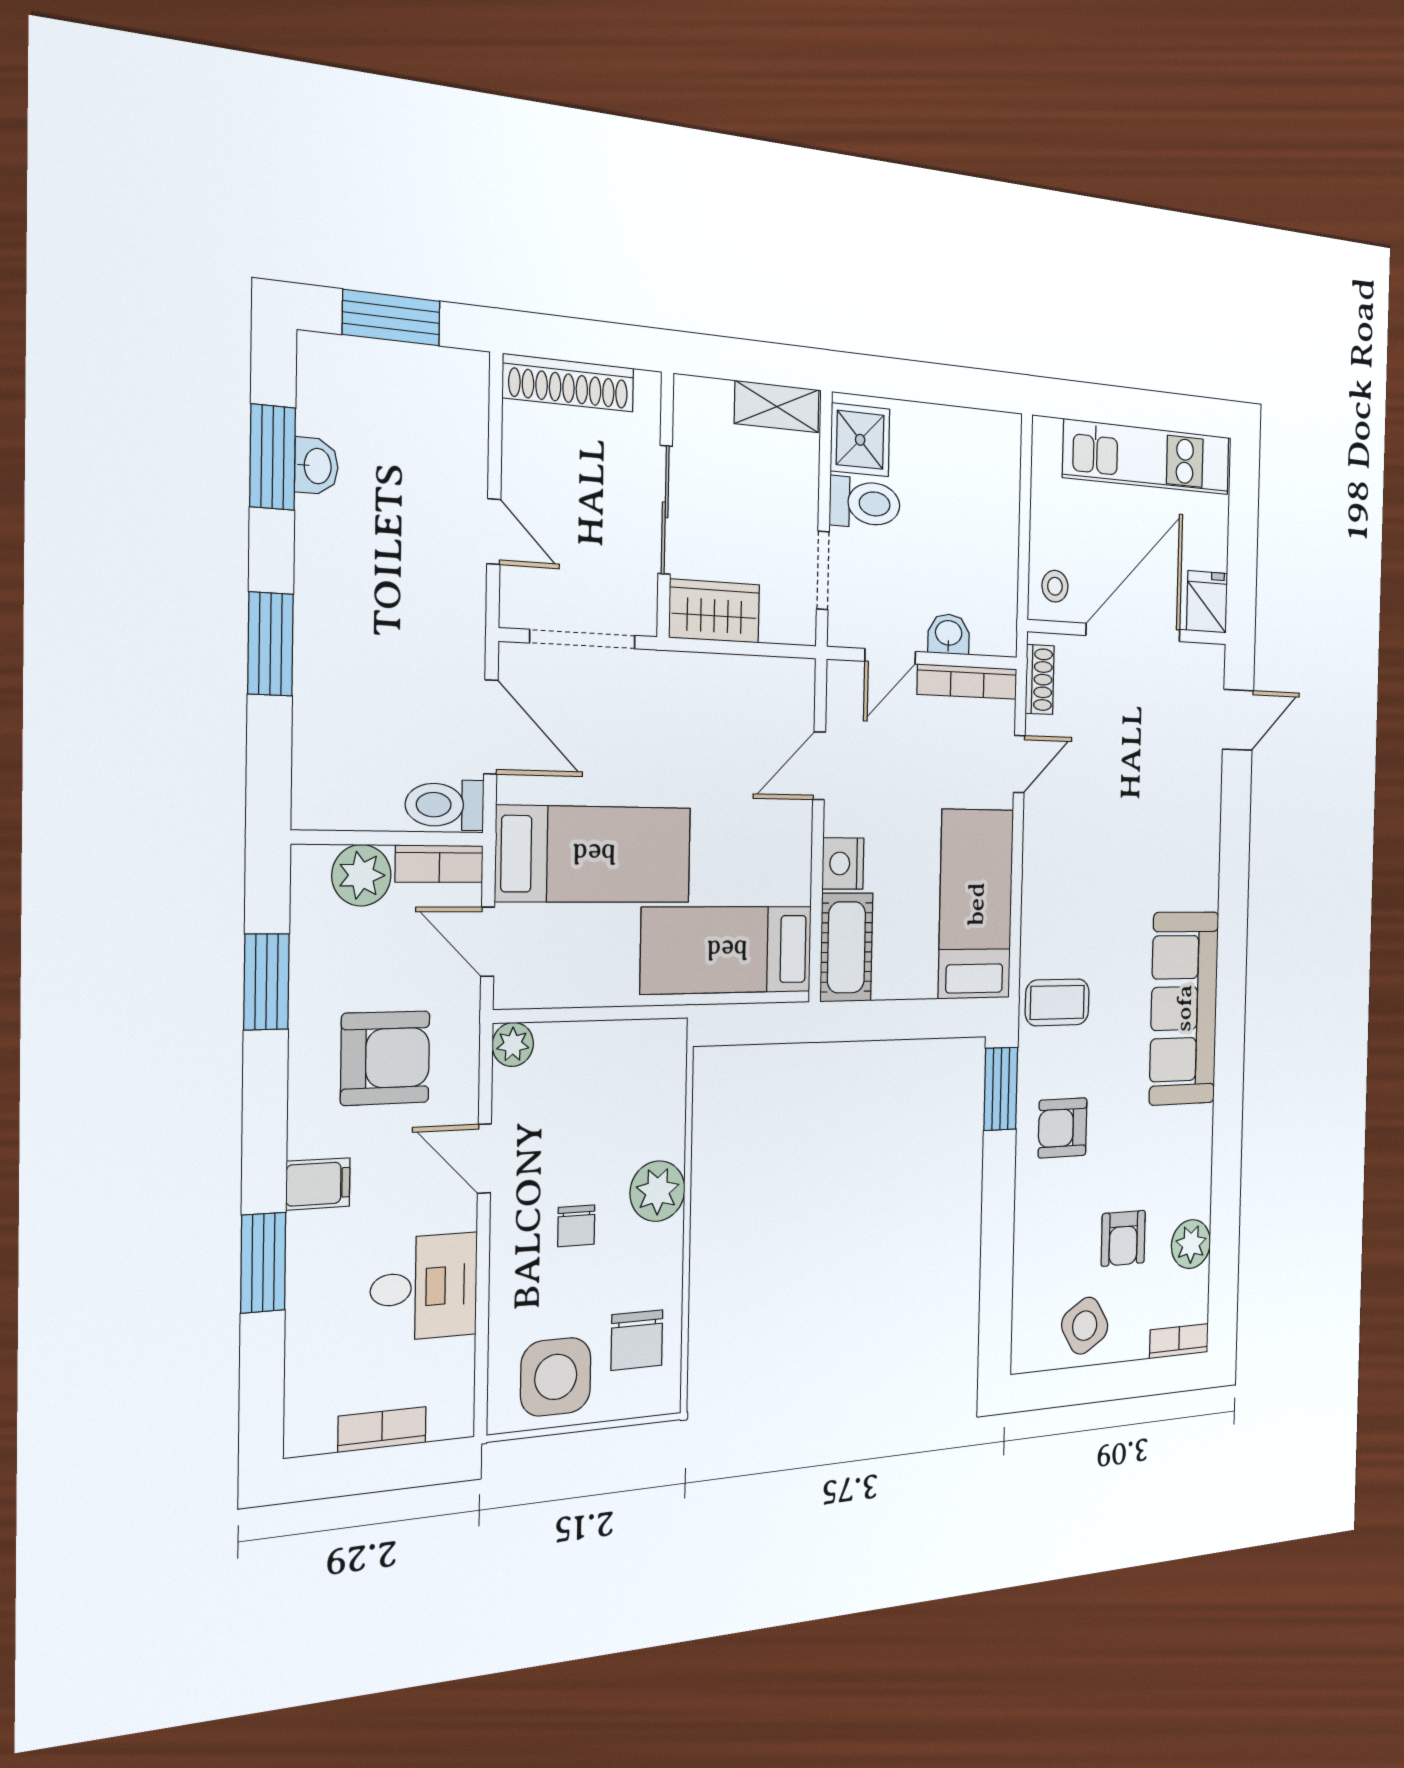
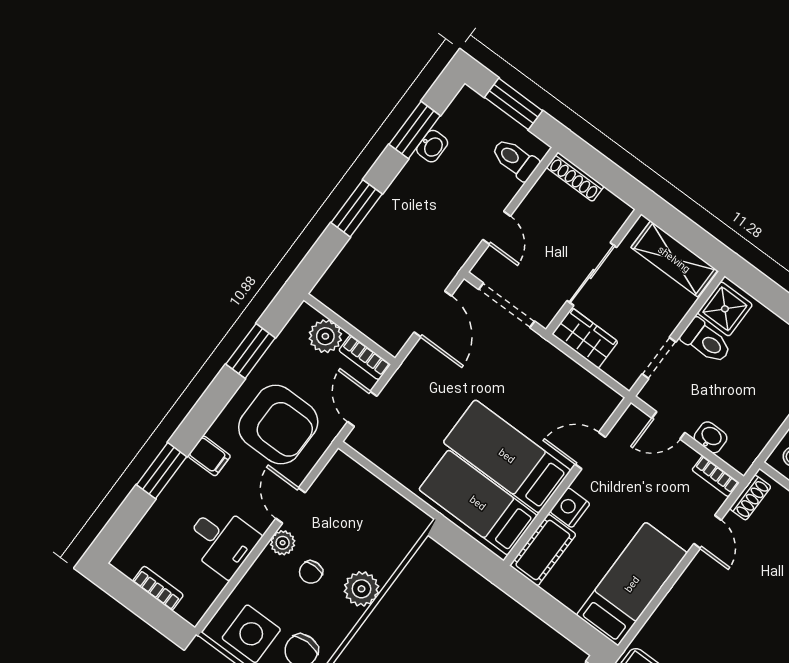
shoe rack: (569, 383) -> (575, 177), width x0.74, depth x0.81
shelving: (777, 407) -> (674, 259), width x1.50, depth x1.33
bookcase: (967, 682) -> (716, 476), width x0.64
door: (1019, 764) -> (707, 532), hinge flipped
toilet: (445, 805) -> (515, 159), moved
bed: (594, 854) -> (507, 456), moved, turned 180
plant: (513, 1044) -> (283, 543), moved
armchair: (385, 1058) -> (278, 425), width x1.36, depth x1.36

